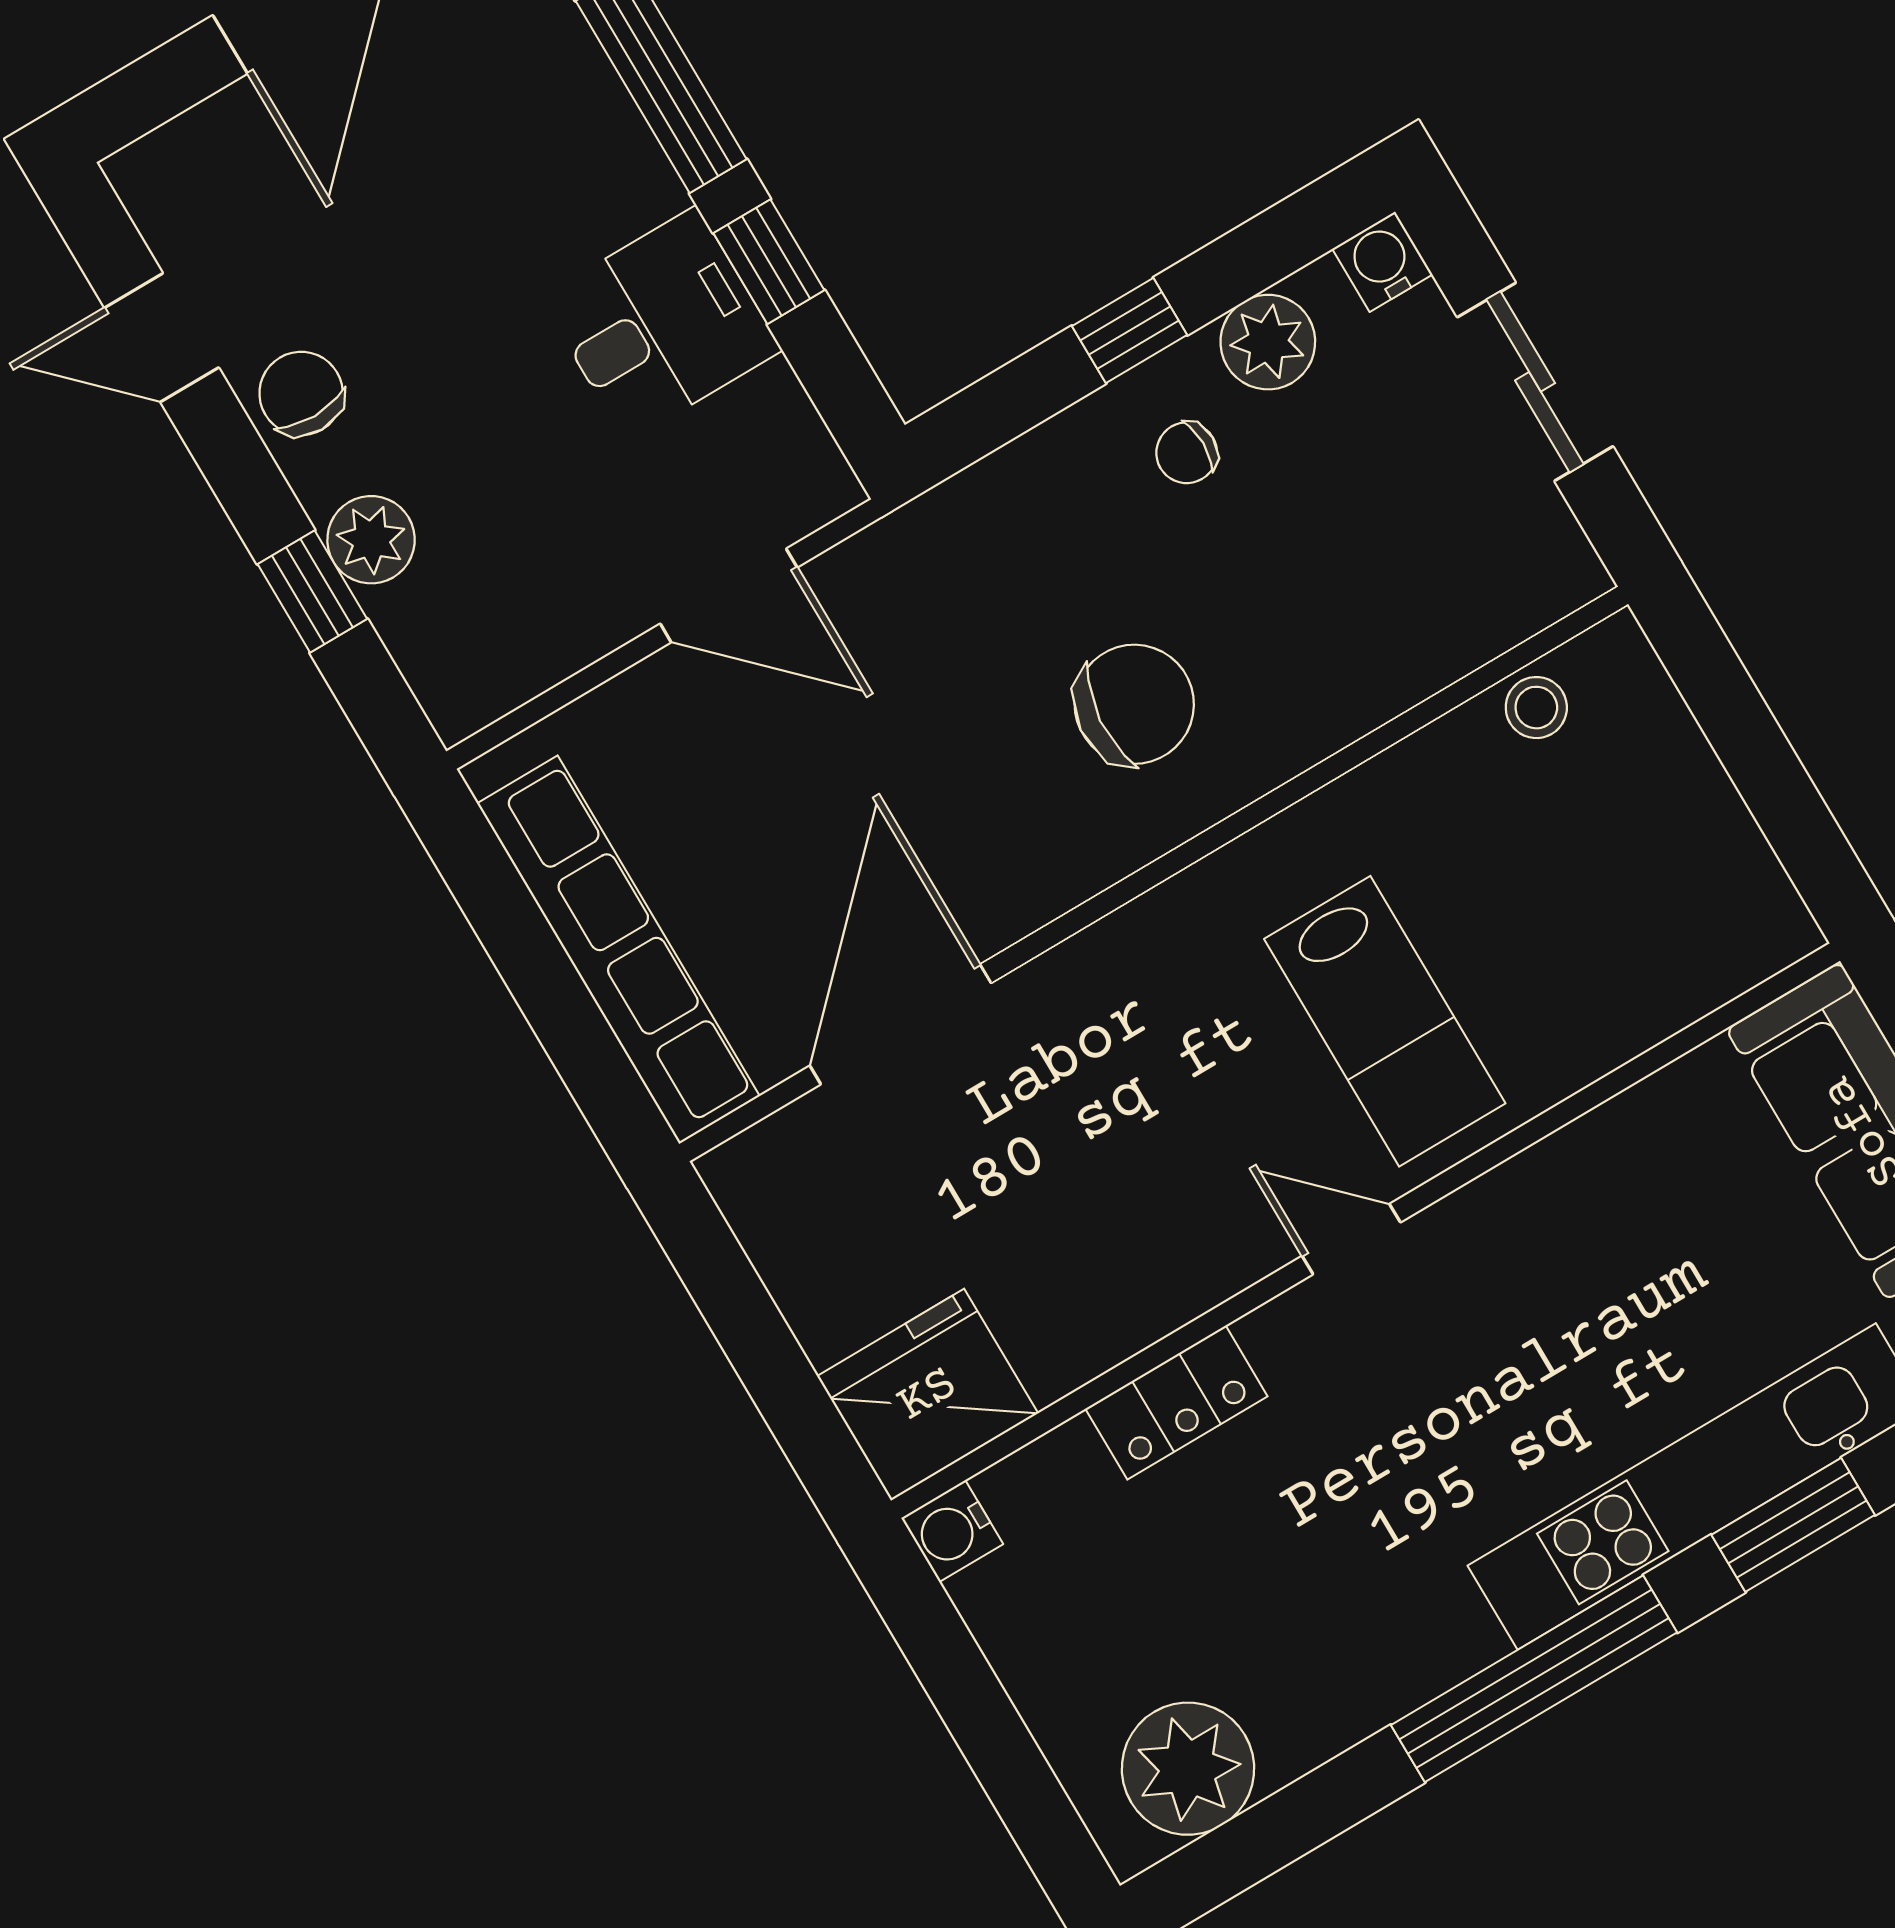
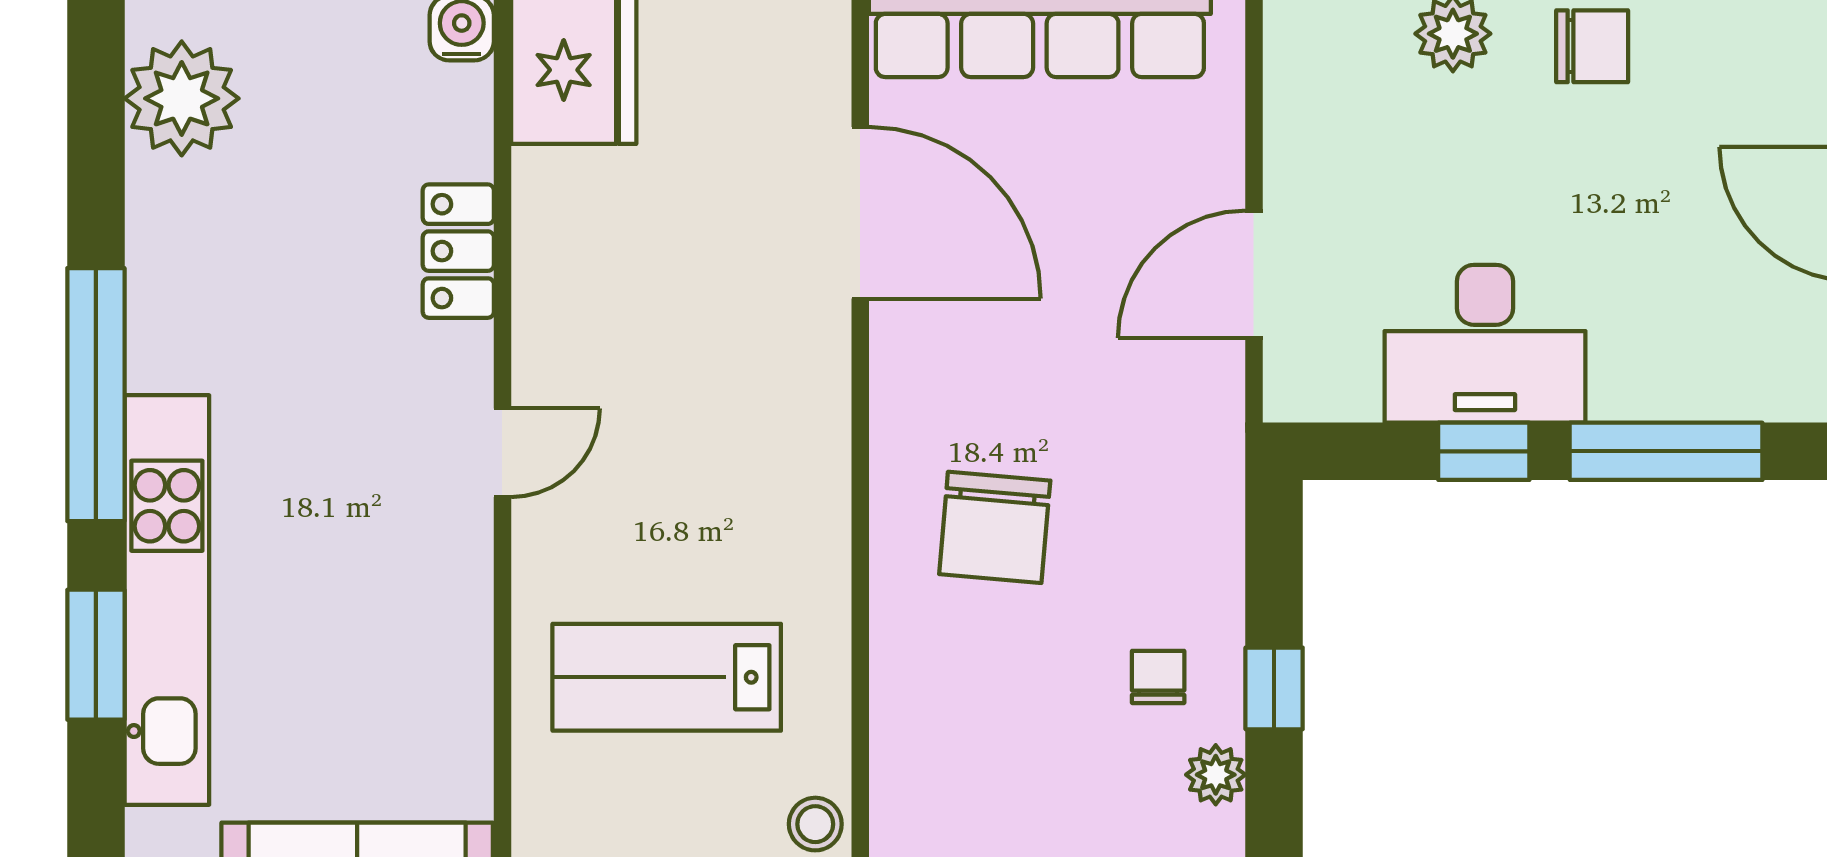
desk: (661, 324) -> (1485, 344), width x1.37
plant: (1268, 342) -> (1216, 775), width x0.73, depth x0.73
lab bench: (1385, 1021) -> (667, 677), moved

